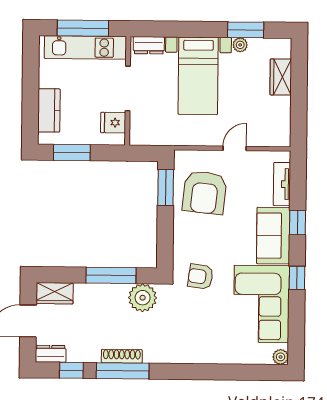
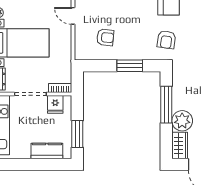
bookcase: (136, 129) -> (60, 88), added
window: (166, 187) -> (130, 66), moved
armchair: (205, 192) -> (105, 37), width x0.53, depth x0.53
plant: (143, 298) -> (182, 121), moved

